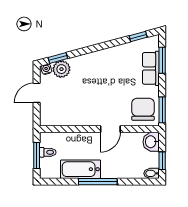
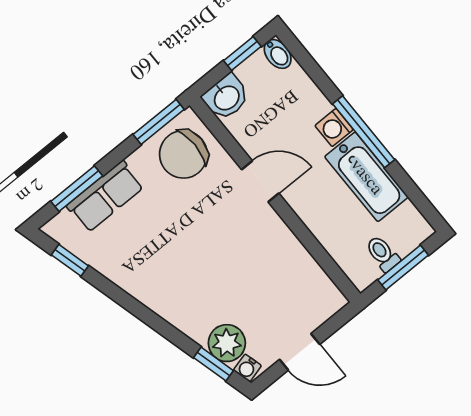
washing machine: (108, 172) -> (334, 128), added

